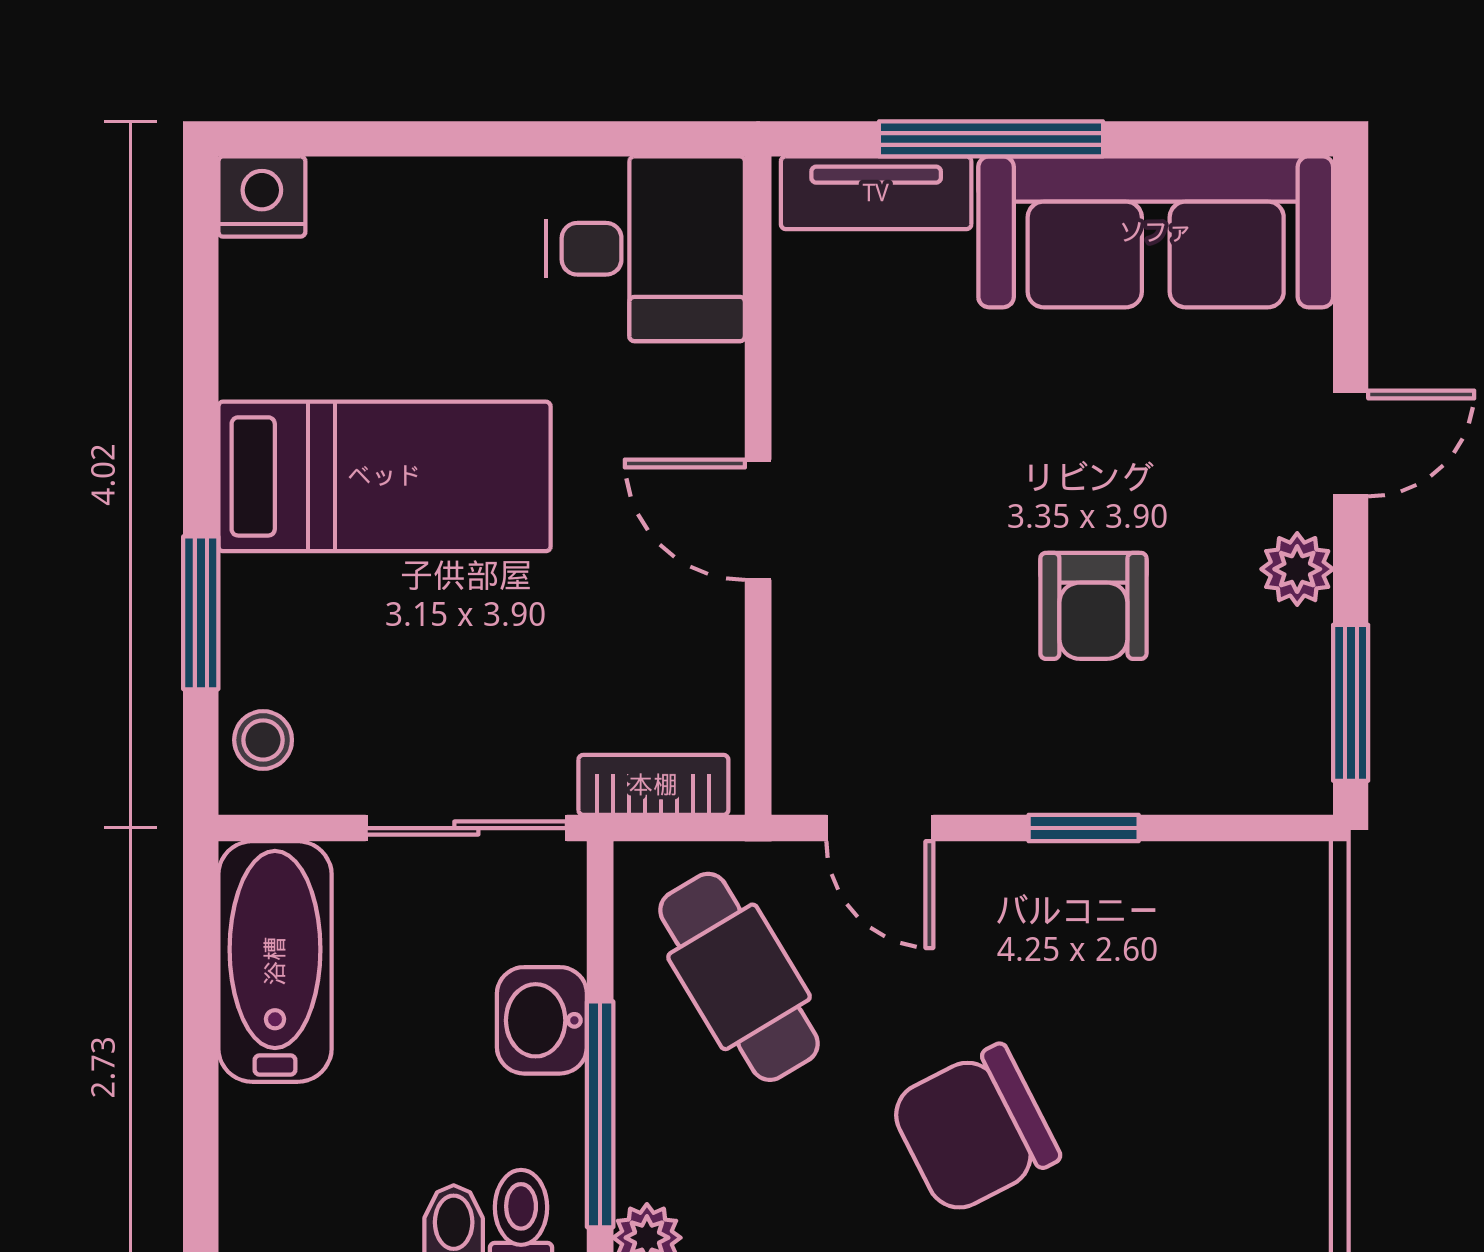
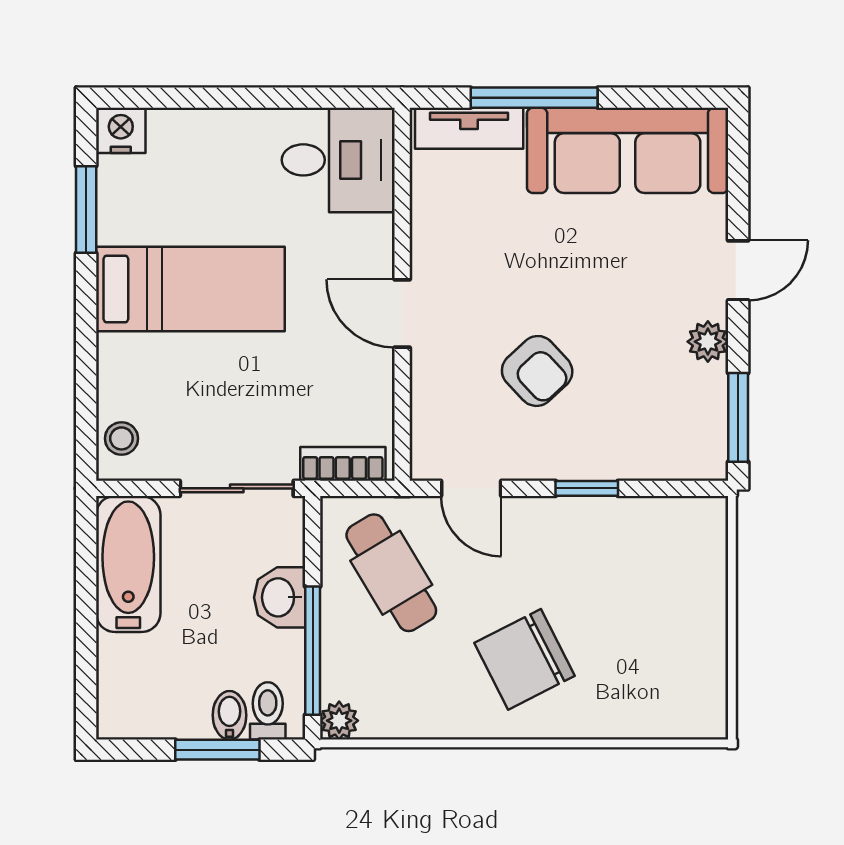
armchair: (1093, 606) -> (537, 371), moved, turned -43
window: (201, 613) -> (86, 209), moved

